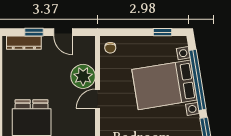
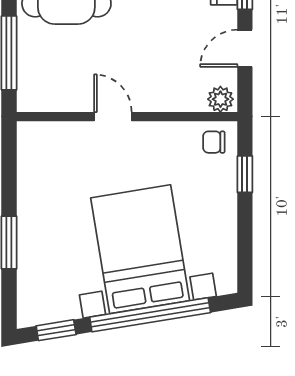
window: (163, 32) -> (245, 174), moved
plant: (83, 76) -> (220, 99), moved, width x0.53, depth x0.53

